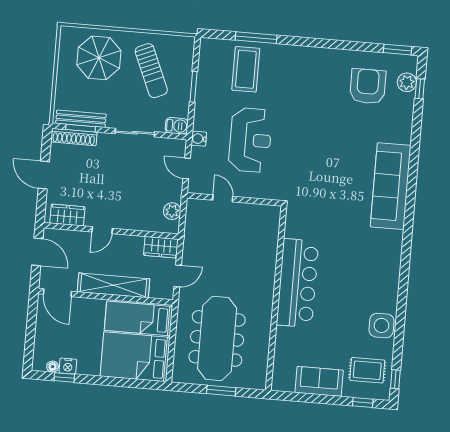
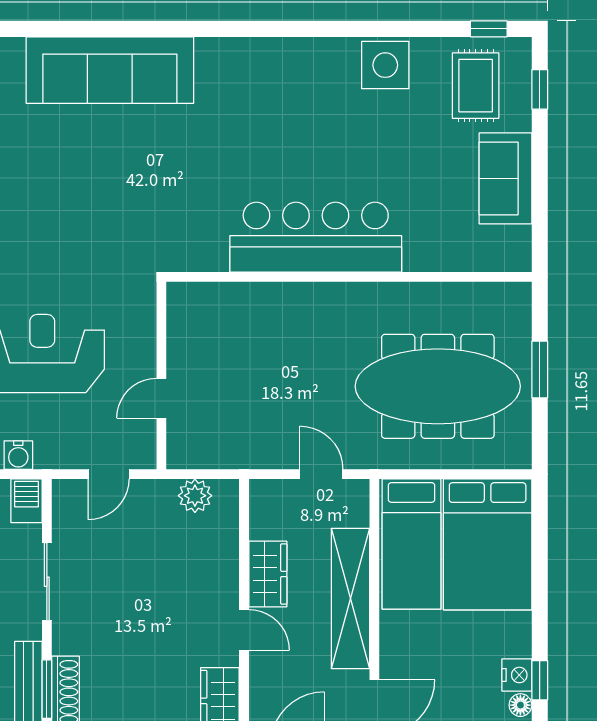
water cooler: (199, 139) -> (18, 455), moved
wardrobe: (161, 247) -> (268, 574), moved

